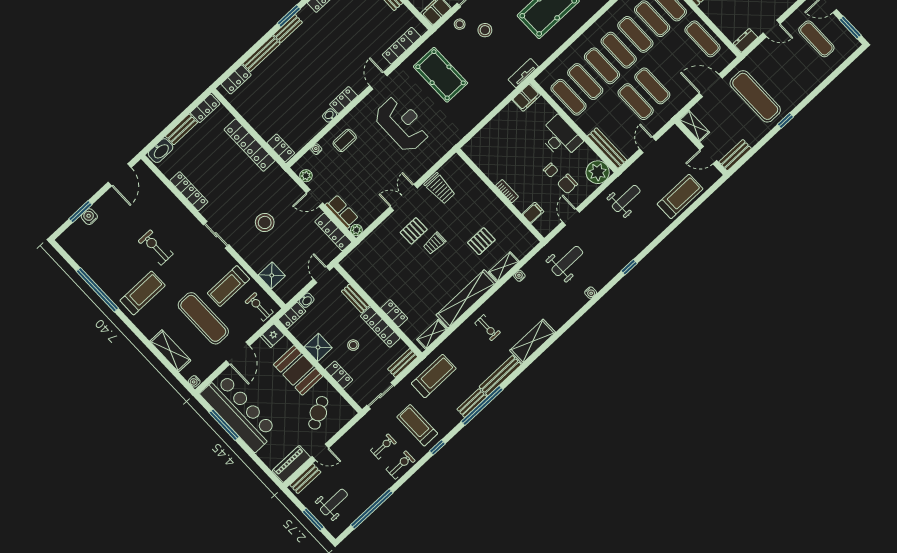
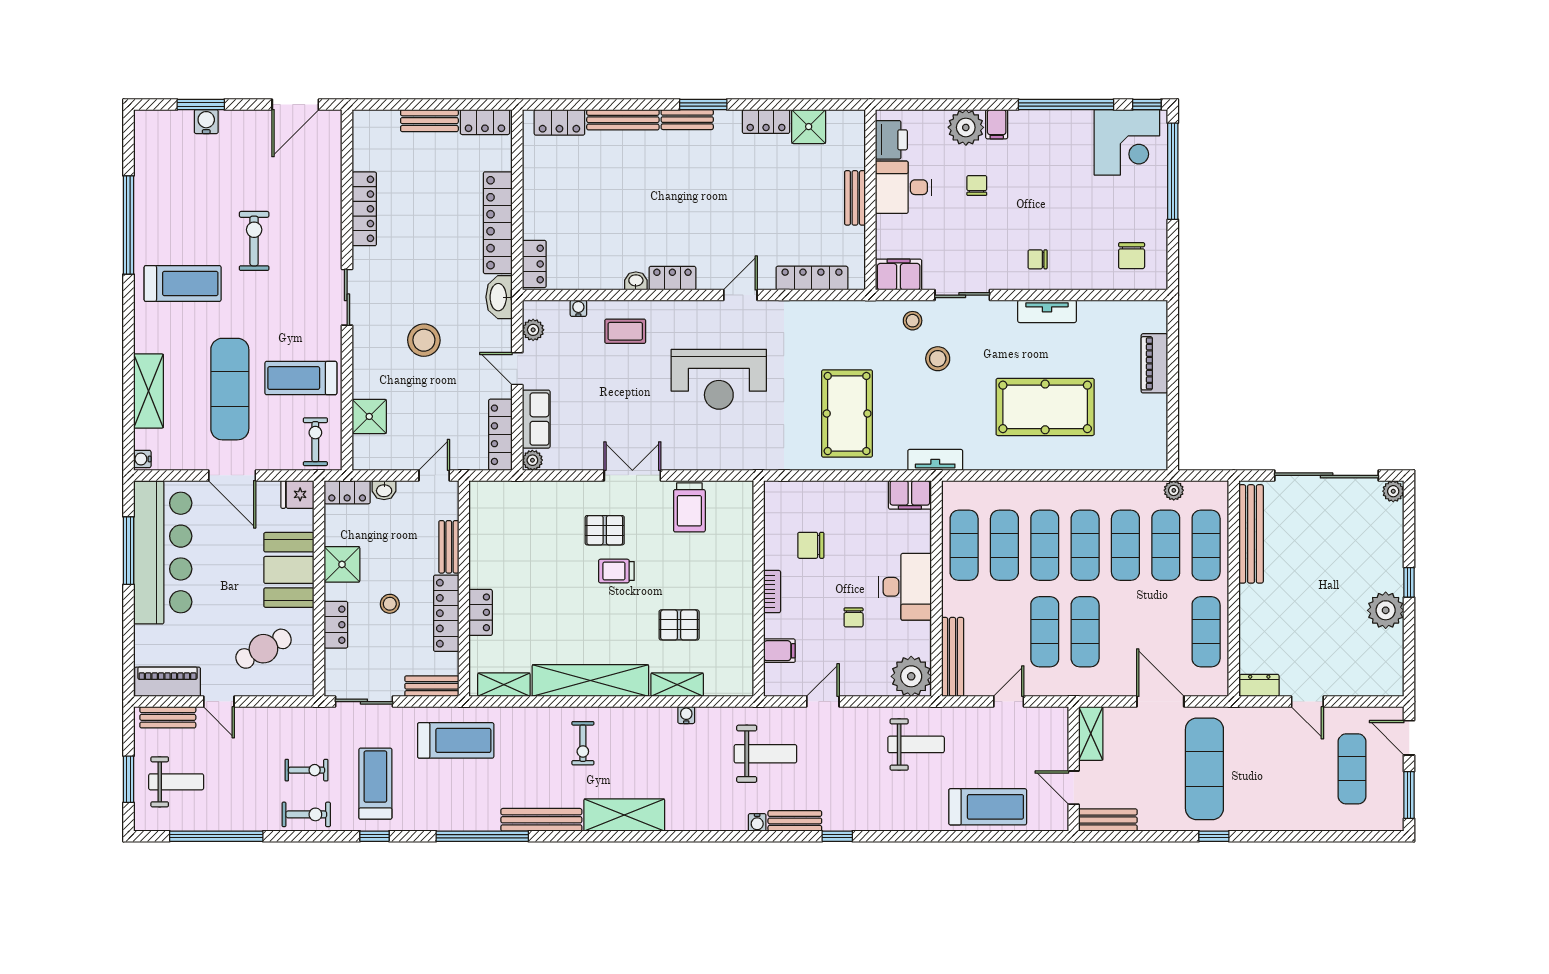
pool table: (441, 75) -> (847, 414), moved
reception desk: (402, 124) -> (719, 379), turned 90
washbasin: (161, 151) -> (499, 297), moved, turned 90
chair: (567, 184) -> (811, 545), moved
door: (238, 353) -> (232, 475), hinge flipped
bench: (472, 403) -> (795, 821), moved

